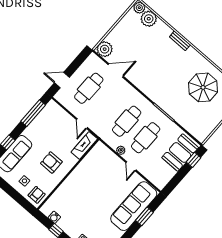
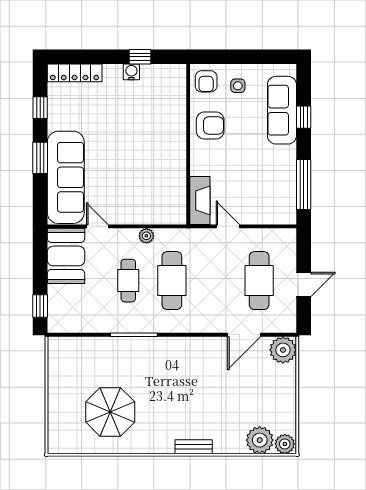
door: (62, 80) -> (304, 284), moved
cafe table: (146, 138) -> (128, 281), width x0.73, depth x0.74
booth: (180, 153) -> (66, 256), moved
armchair: (51, 162) -> (210, 125), moved
door: (131, 166) -> (97, 226), moved
window: (144, 216) -> (40, 158), moved
water cooler: (54, 217) -> (131, 72), moved

